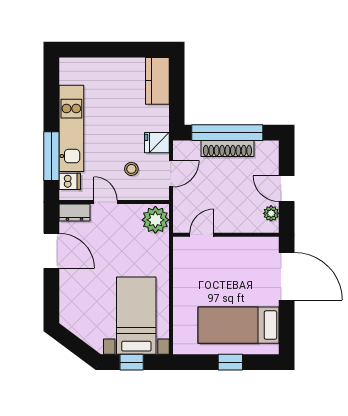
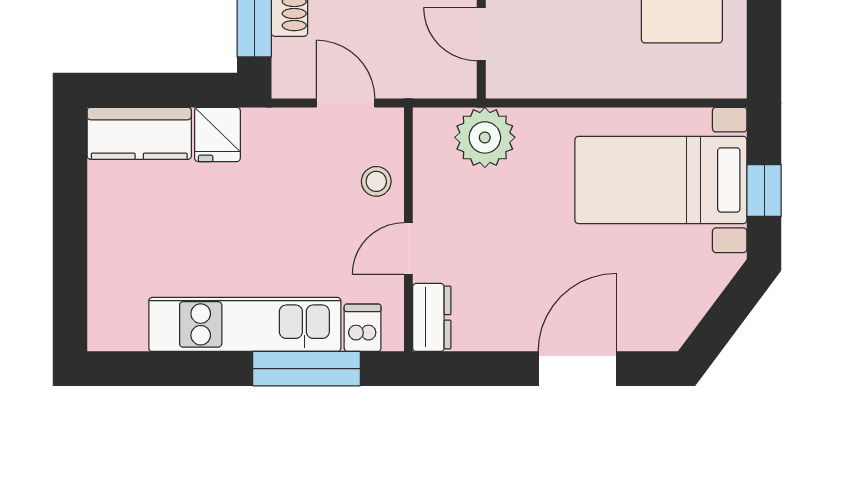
fridge: (157, 143) -> (217, 134), moved
stool: (131, 169) -> (376, 181), moved
plant: (155, 220) -> (485, 137), moved
door: (51, 251) -> (577, 369), moved

